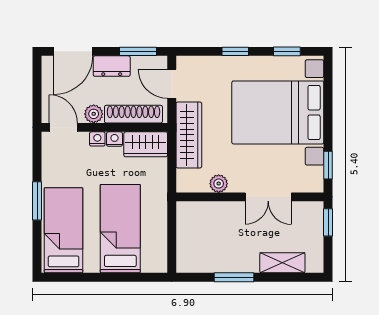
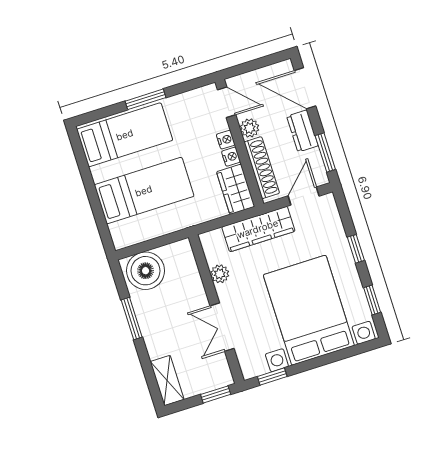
door: (63, 127) -> (227, 102), hinge flipped
boiler: (194, 251) -> (146, 271), added
shelving: (282, 263) -> (167, 381), moved

